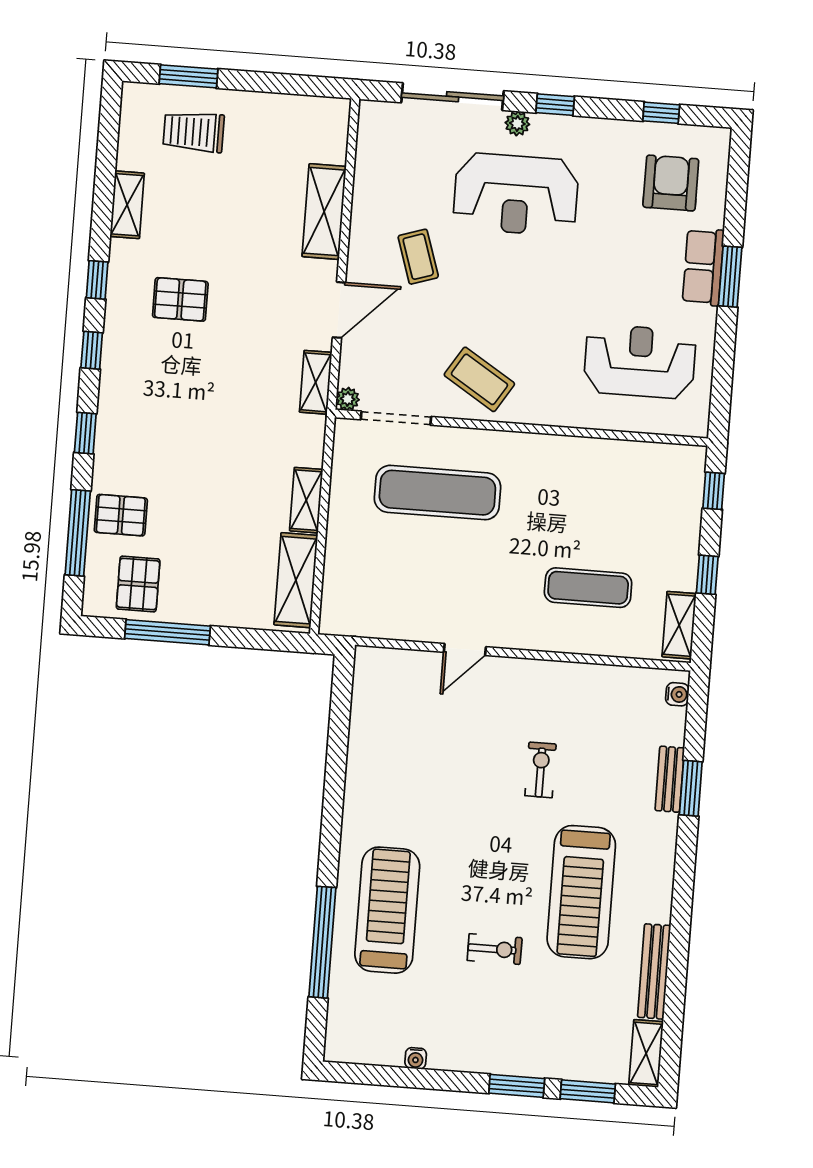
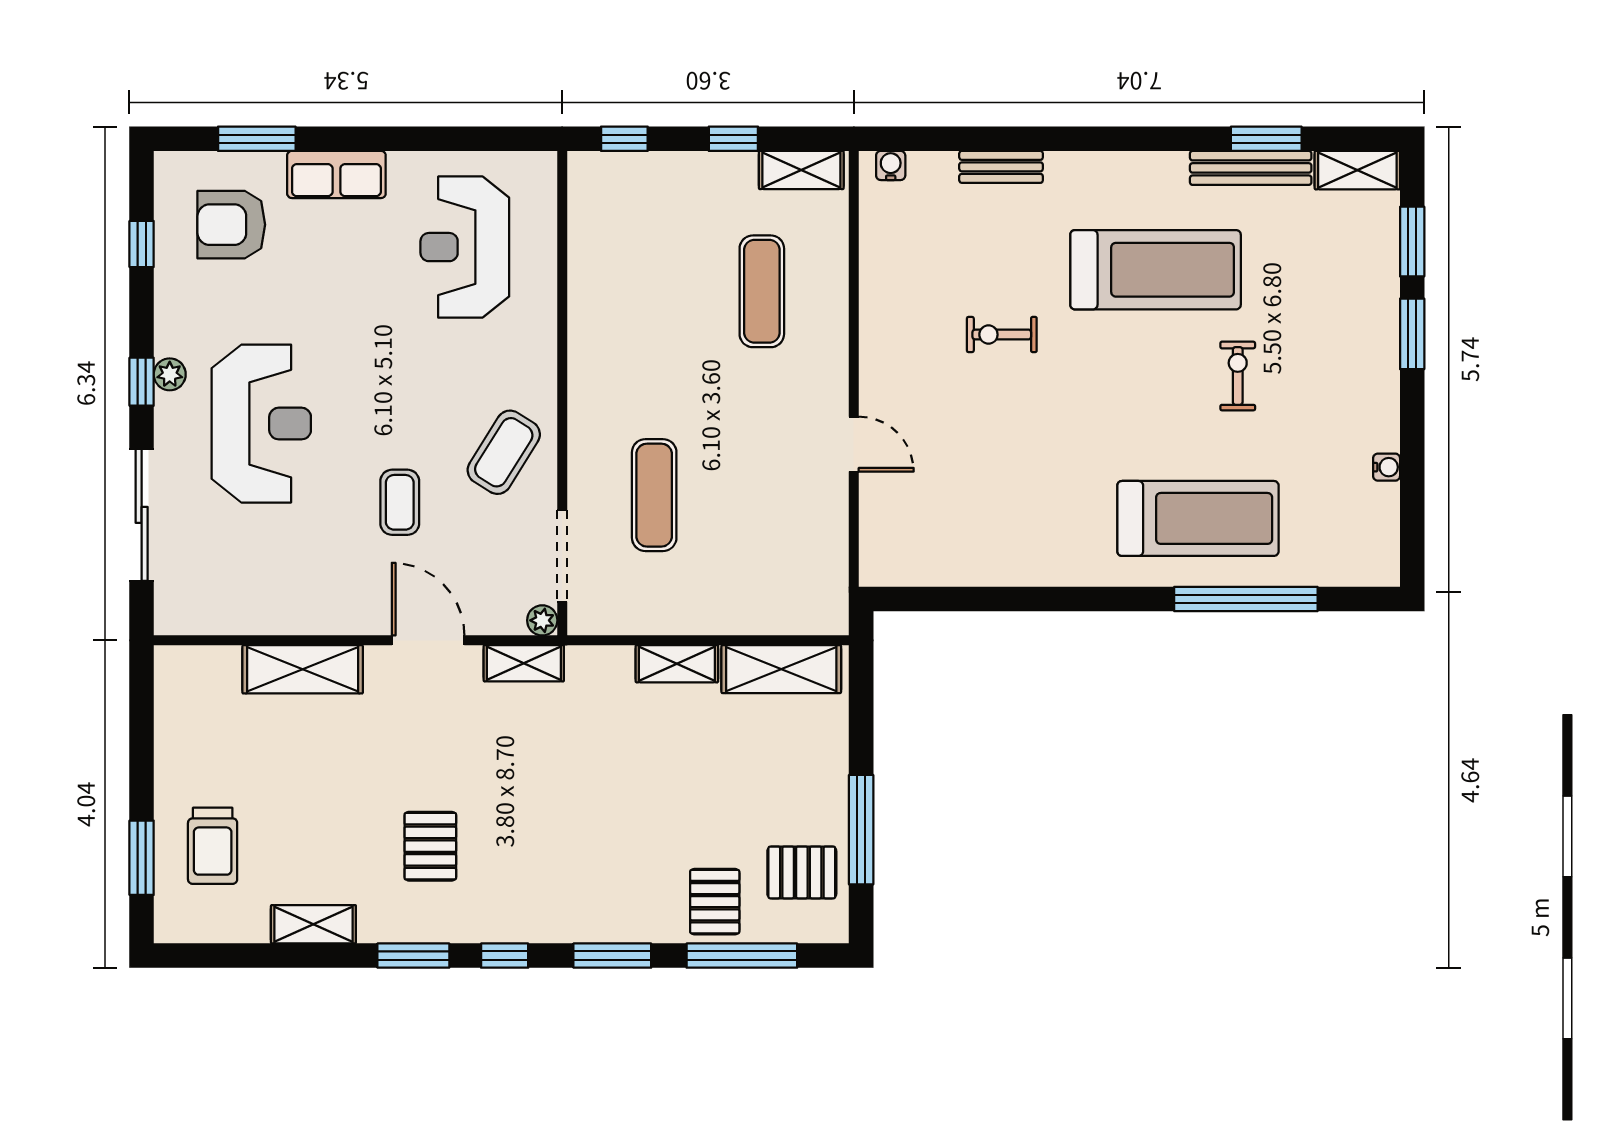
plant: (517, 123) -> (170, 374), moved
coffee table: (418, 257) -> (400, 502), moved, turned -72
window: (730, 277) -> (257, 139), moved
window: (97, 280) -> (413, 956), width x1.50
window: (85, 433) -> (612, 956), width x1.50
exercise mat: (437, 493) -> (654, 495), width x0.73, depth x0.69
window: (691, 788) -> (1266, 139), moved
treadmill: (387, 910) -> (1198, 518), turned 180

